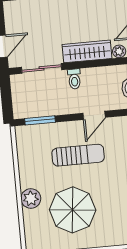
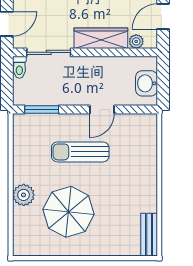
toilet: (74, 79) -> (19, 67), moved
sun lounger: (78, 155) -> (80, 152), turned 180

